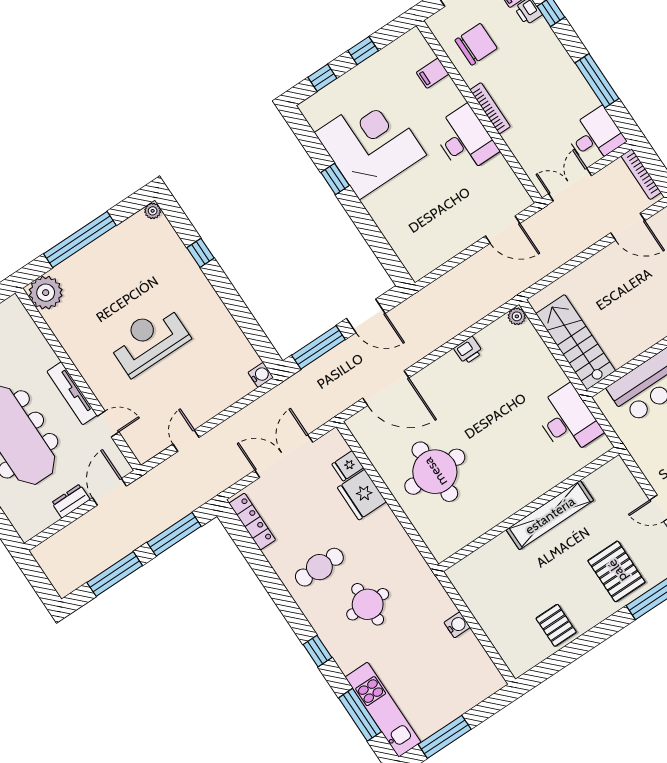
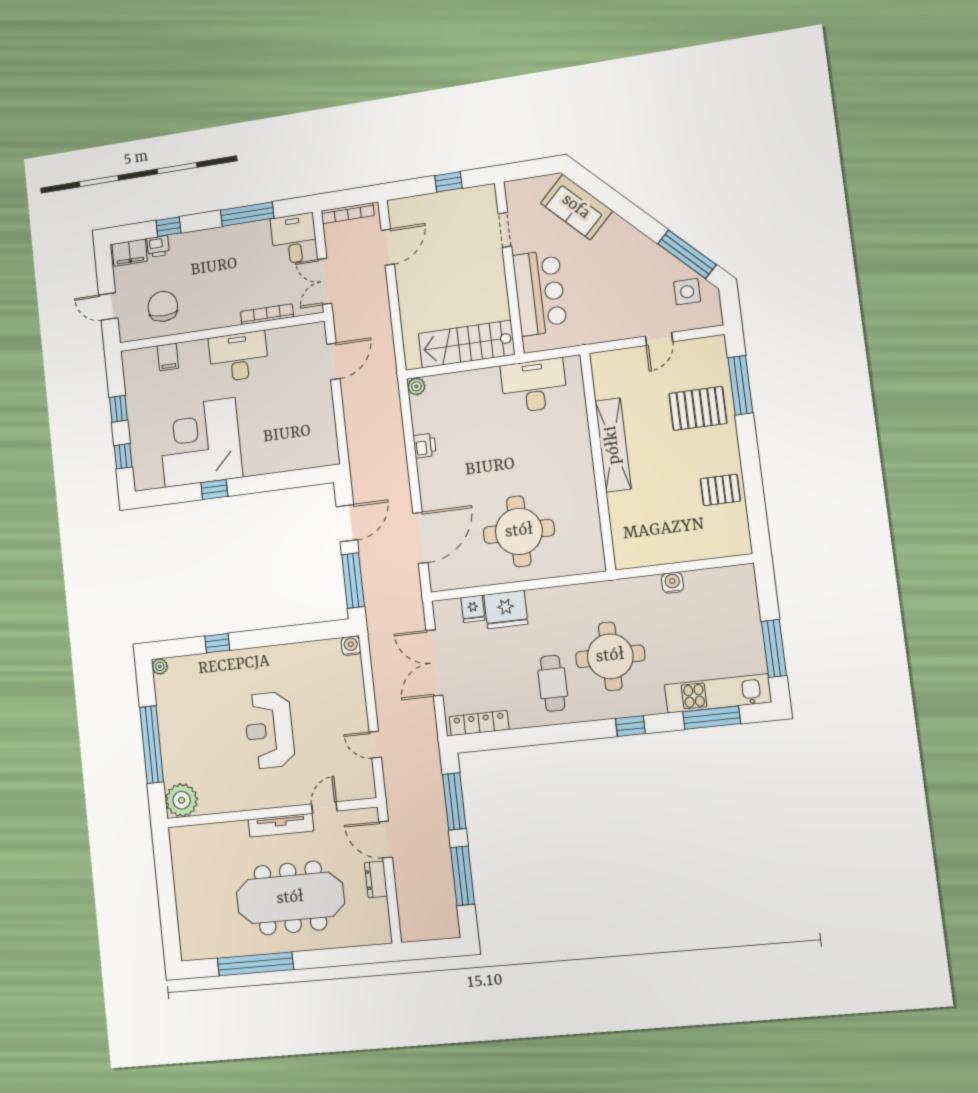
bookcase: (490, 108) -> (267, 314), moved
round table: (368, 604) -> (610, 656), width x1.36, depth x1.36

